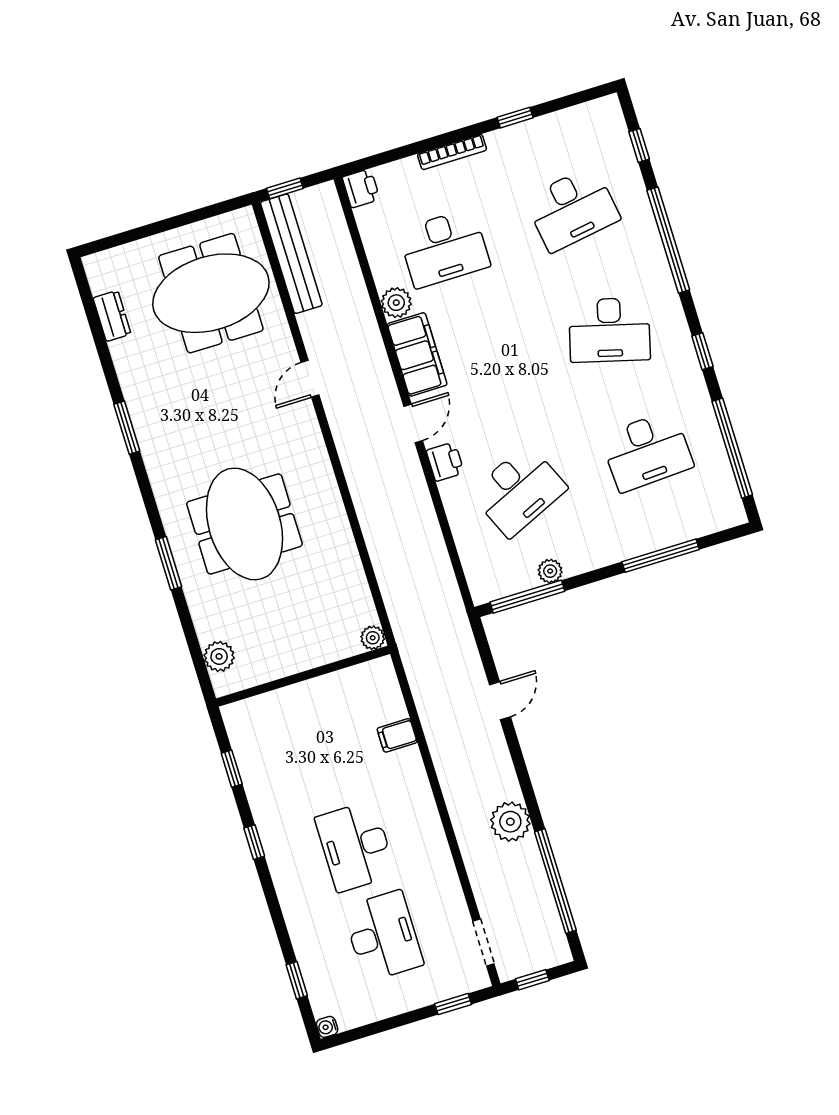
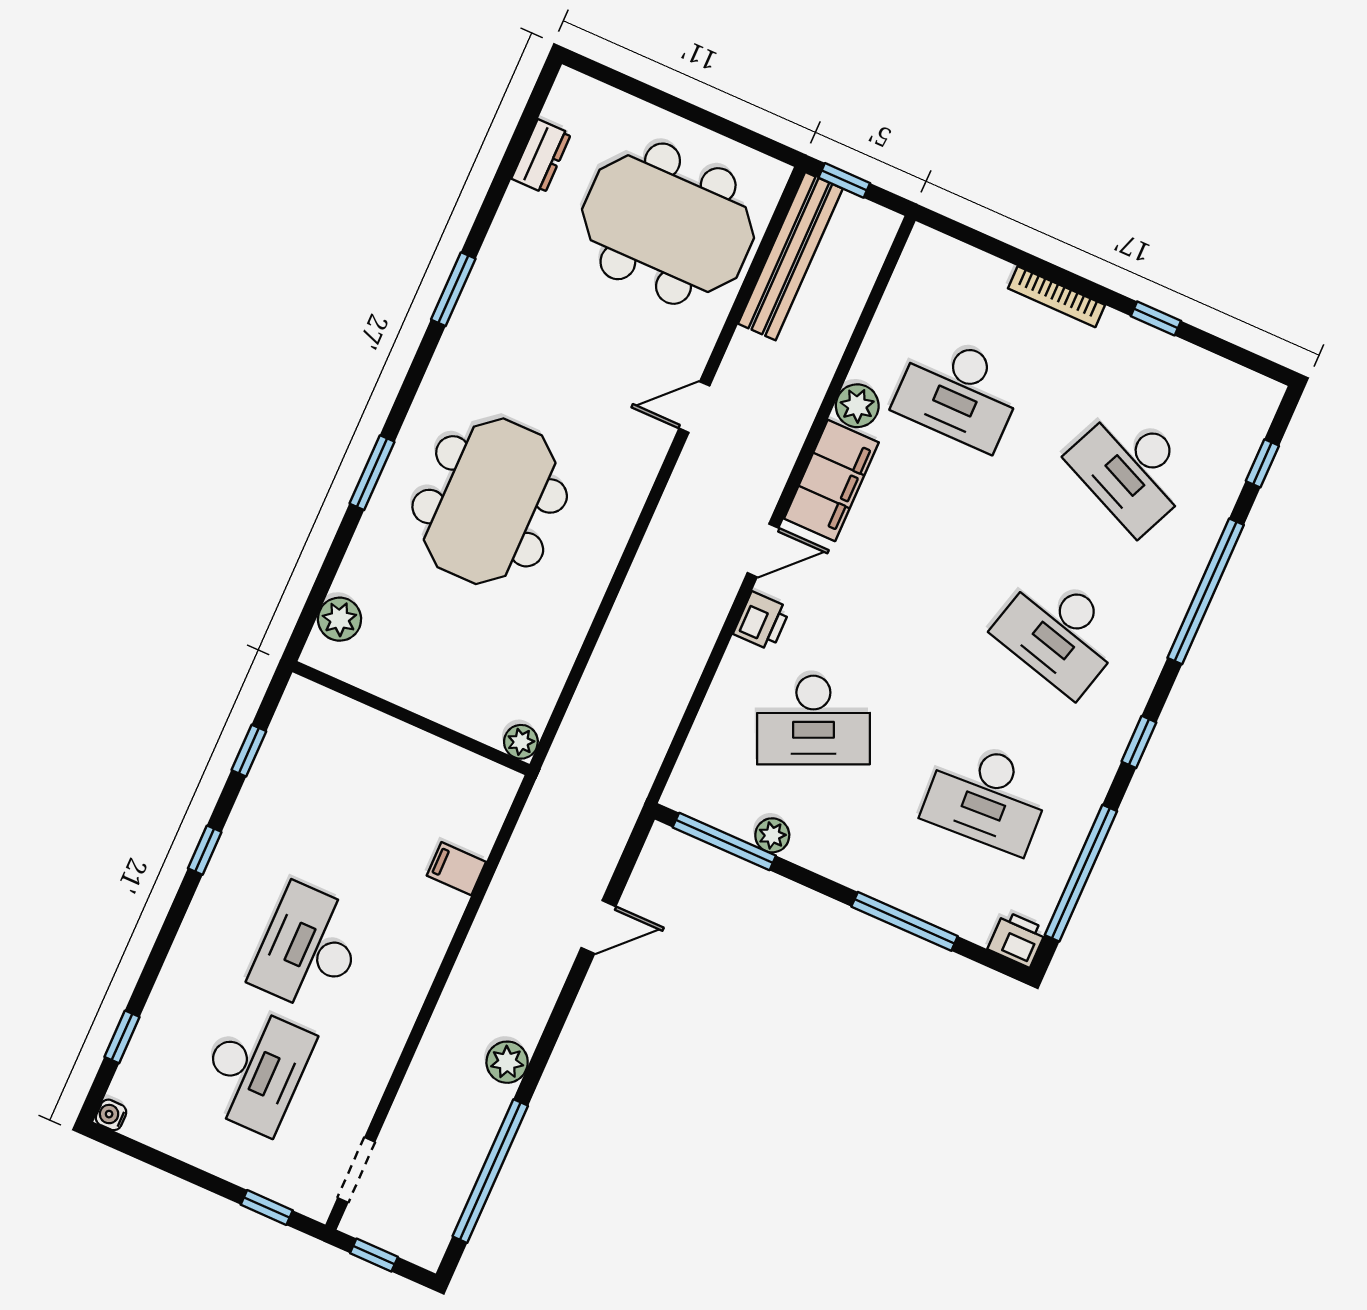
printer: (361, 188) -> (1017, 939), moved, turned -90
desk: (572, 209) -> (1132, 469), turned 33
plant: (510, 822) -> (507, 1062), width x0.73, depth x0.73

